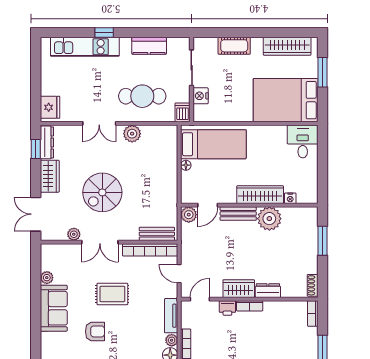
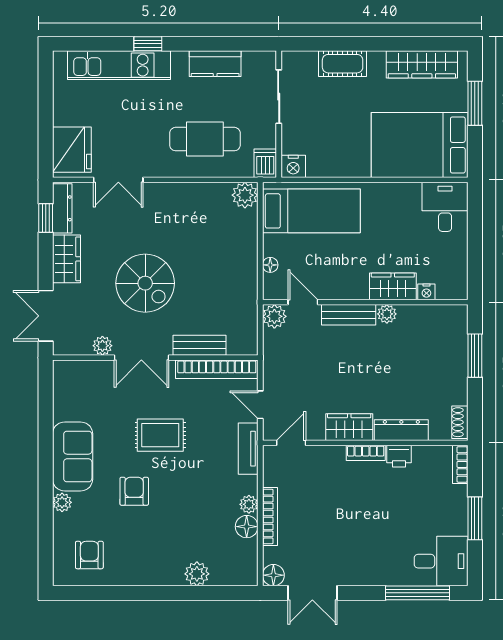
nightstand: (201, 96) -> (293, 166), moved, turned -90
fridge: (50, 107) -> (72, 150), width x1.36, depth x1.34
double door: (99, 123) -> (118, 180), moved
plant: (132, 134) -> (245, 195), moved
floor lamp: (186, 165) -> (270, 265), moved
spiral stairs: (102, 192) -> (145, 283), turned -90
wardrobe: (260, 195) -> (393, 286), width x0.67
door: (208, 205) -> (303, 302), swing flipped
plant: (269, 219) -> (387, 314), width x0.53, depth x0.53
bench: (157, 234) -> (200, 345), moved
plant: (47, 278) -> (62, 502), moved
dresser: (268, 291) -> (401, 430), width x1.44
printer: (227, 308) -> (399, 456), moved
tv unit: (171, 316) -> (248, 449), moved
armchair: (95, 331) -> (134, 491), turned -90

